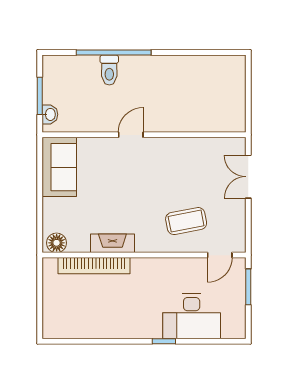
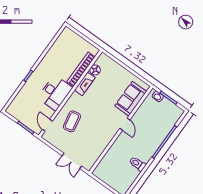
toilet: (109, 70) -> (138, 164), moved
sofa: (59, 167) -> (131, 99), moved, turned 90
double door: (248, 177) -> (72, 161), swing flipped
floor lamp: (57, 243) -> (95, 70), moved
desk: (192, 316) -> (55, 93), moved, turned 180

